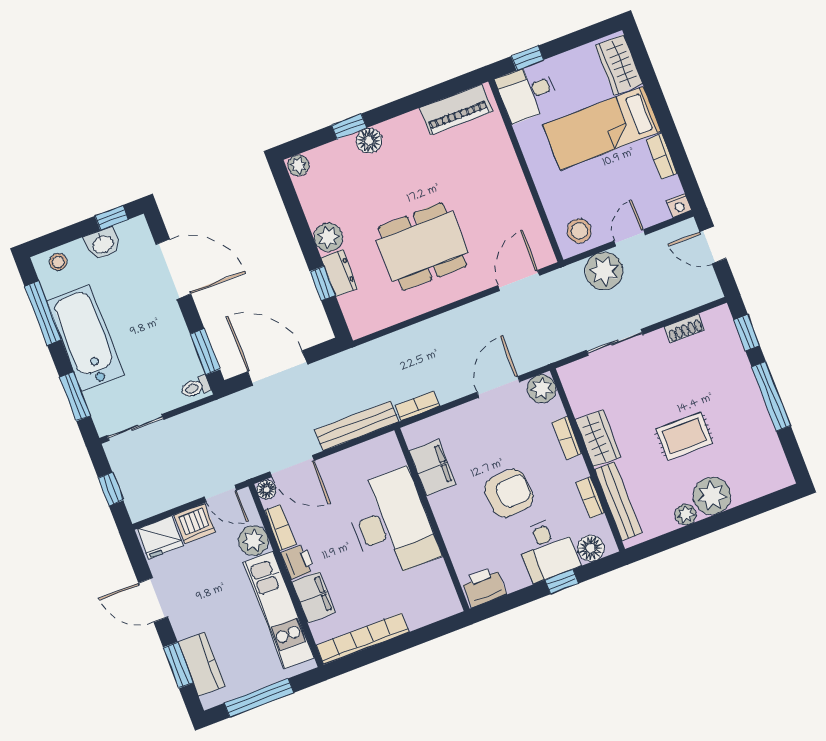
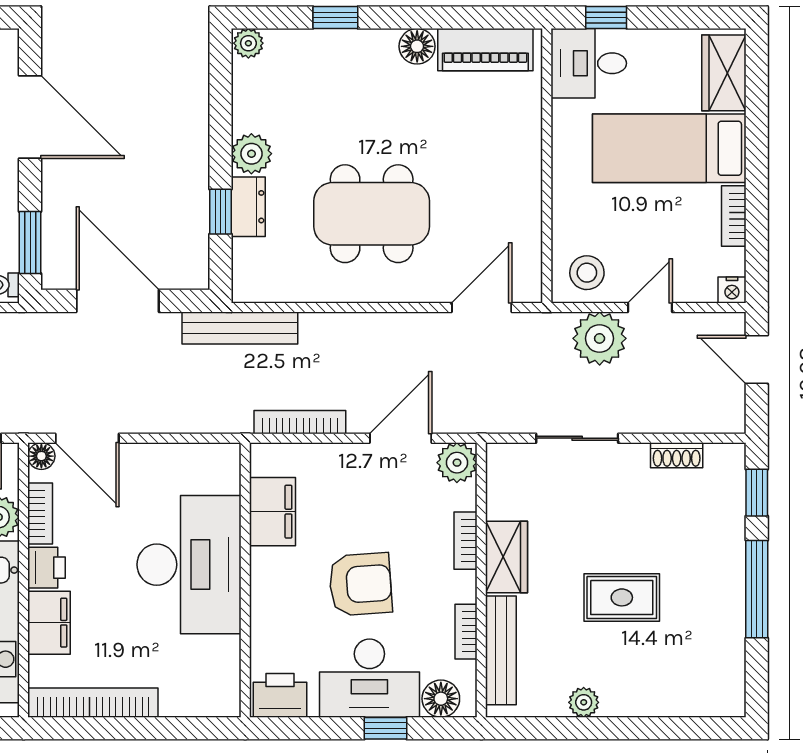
floor lamp: (369, 141) -> (417, 46), moved
bookcase: (417, 406) -> (300, 422), width x1.56
bench: (357, 426) -> (240, 328), moved
plant: (712, 496) -> (628, 691), removed
desk: (547, 549) -> (369, 678), width x1.37

